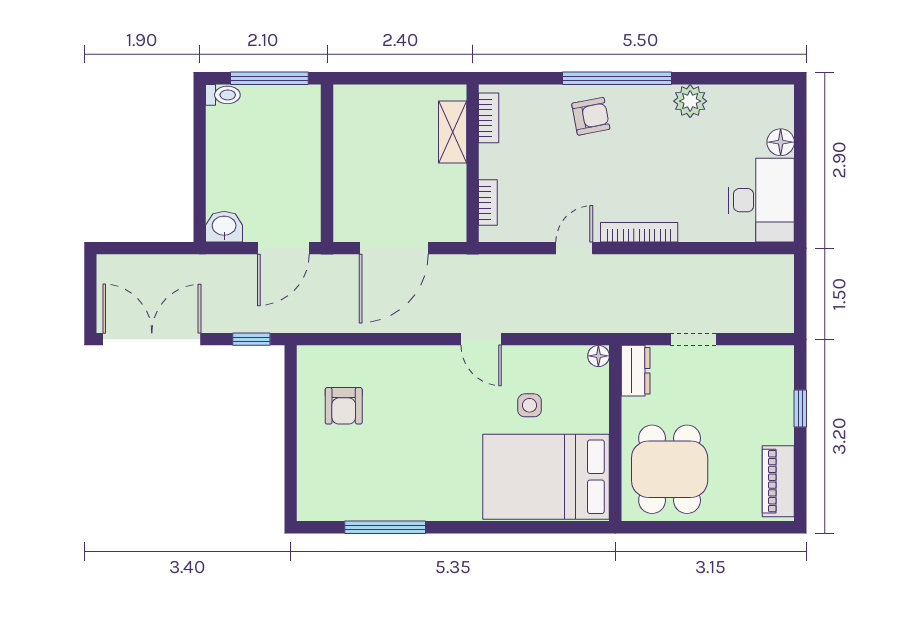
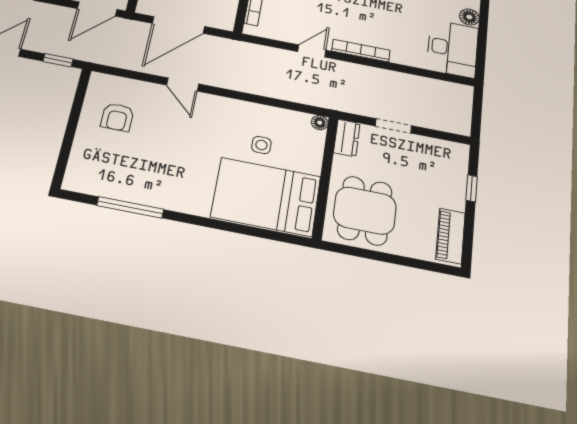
door: (481, 339) -> (183, 85), moved

